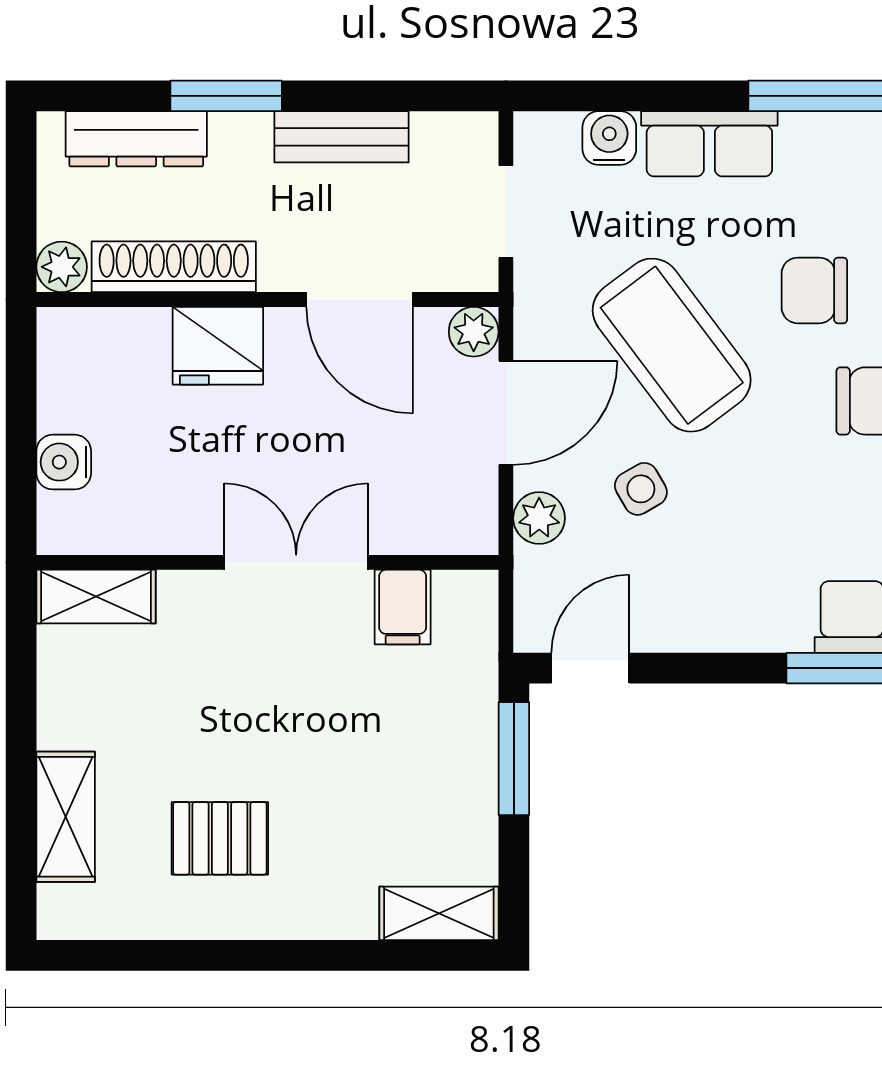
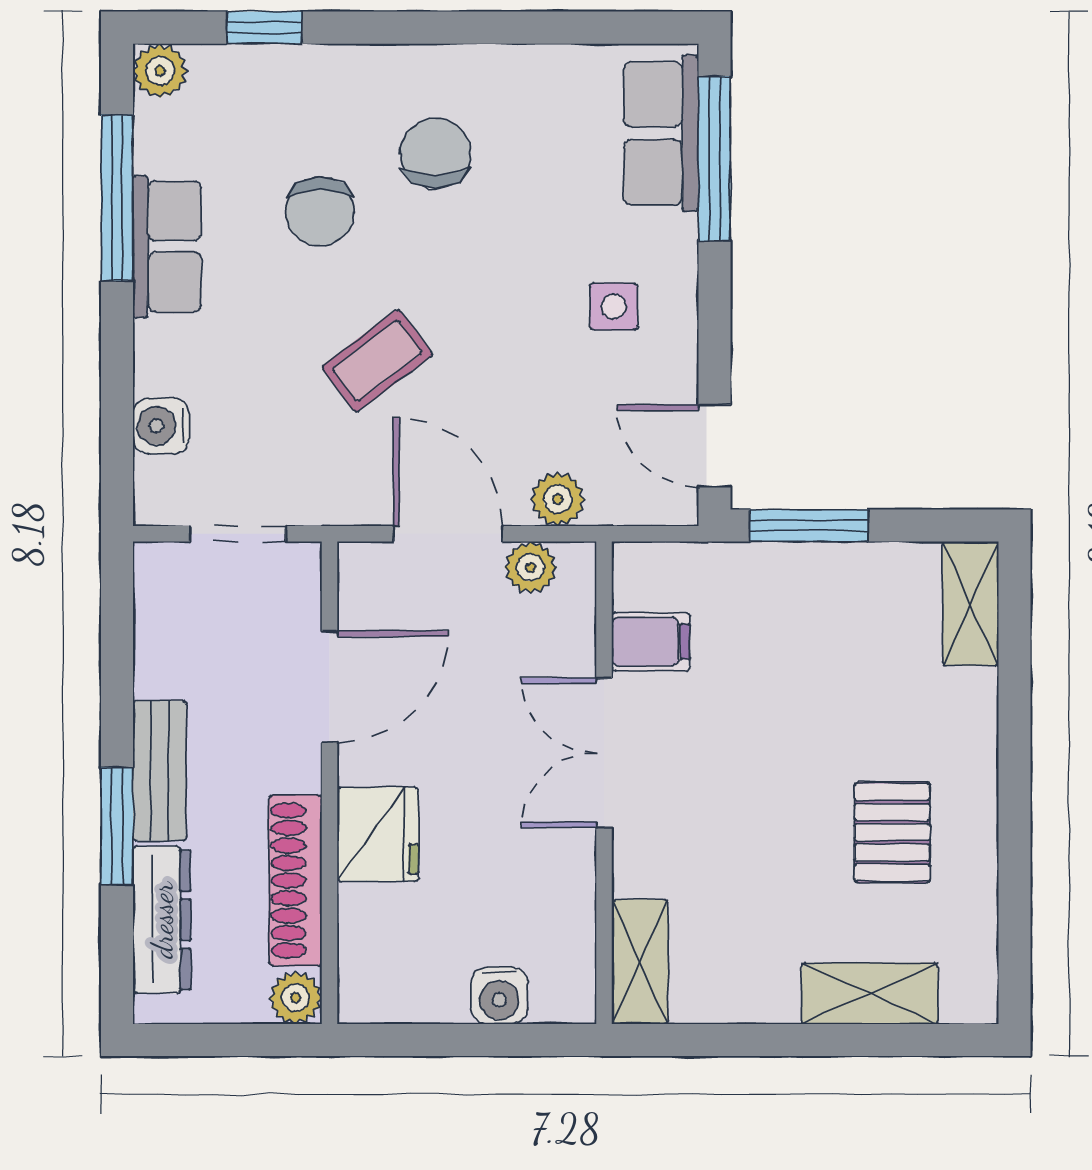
bench: (342, 137) -> (160, 771), moved
row of seats: (709, 144) -> (167, 246), moved
plant: (474, 332) -> (531, 567), moved
coffee table: (672, 345) -> (377, 361), width x0.54, depth x0.58
side table: (641, 489) -> (614, 306), moved, turned 30

